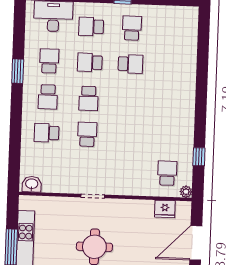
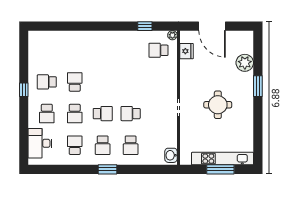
school desk: (49, 61) -> (75, 145), turned 90
window: (18, 71) -> (107, 169), moved
school desk: (48, 97) -> (103, 145), turned 90

